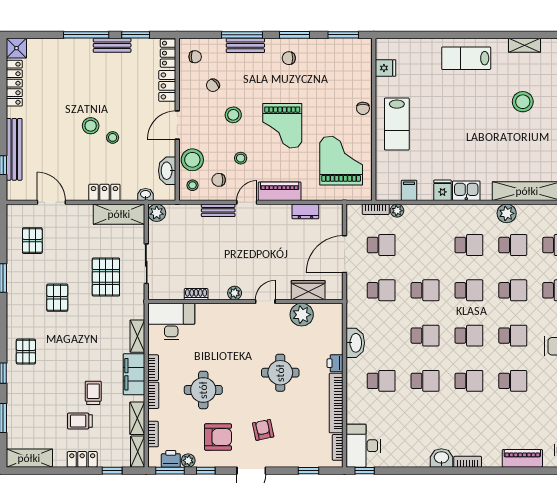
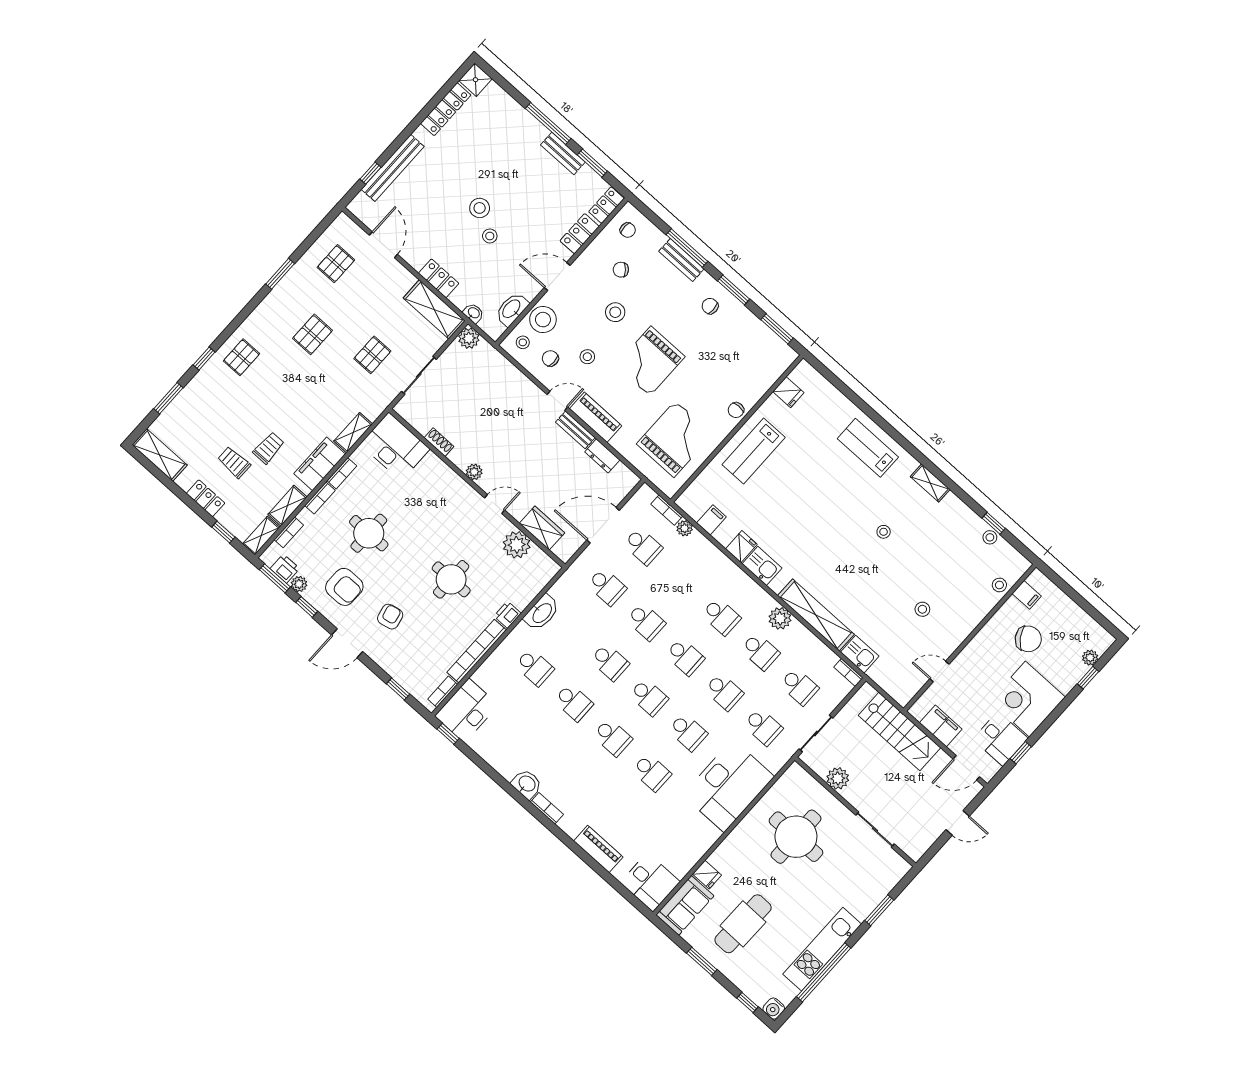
stool: (523, 102) -> (884, 532), width x0.53, depth x0.53
bench: (218, 210) -> (575, 430), moved
pallet: (106, 277) -> (372, 355), width x0.67, depth x0.71

